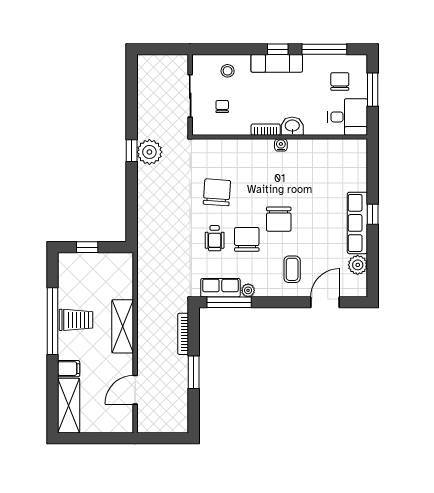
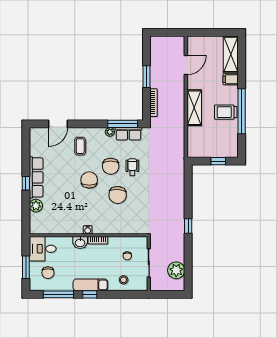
plant: (149, 152) -> (176, 270), moved
chair: (217, 192) -> (118, 195), moved
plant: (358, 265) -> (36, 206), moved

